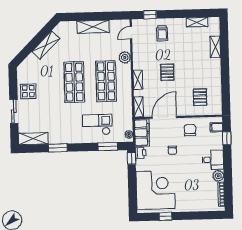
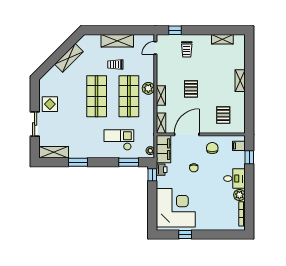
shelving: (215, 47) -> (240, 81), moved
trolley: (92, 50) -> (115, 64), added
plant: (125, 57) -> (148, 88), moved

